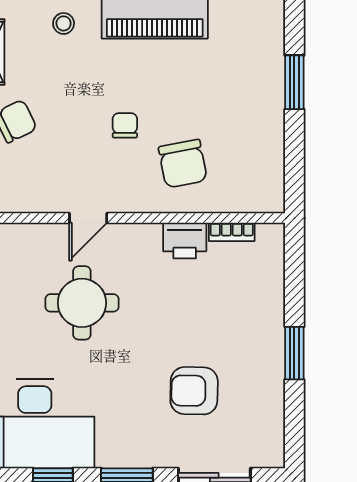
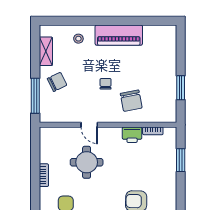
window: (294, 82) -> (181, 88), moved
door: (88, 218) -> (89, 125), hinge flipped
window: (294, 353) -> (181, 160), moved

